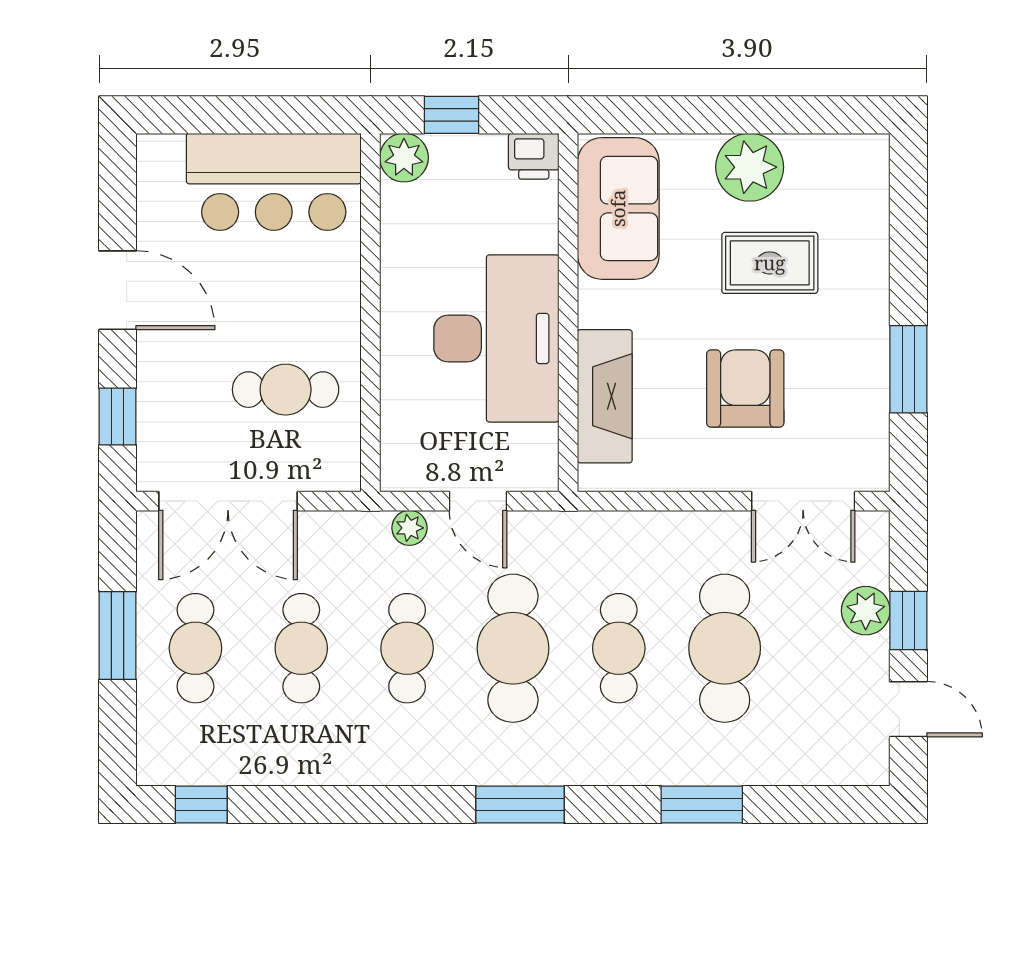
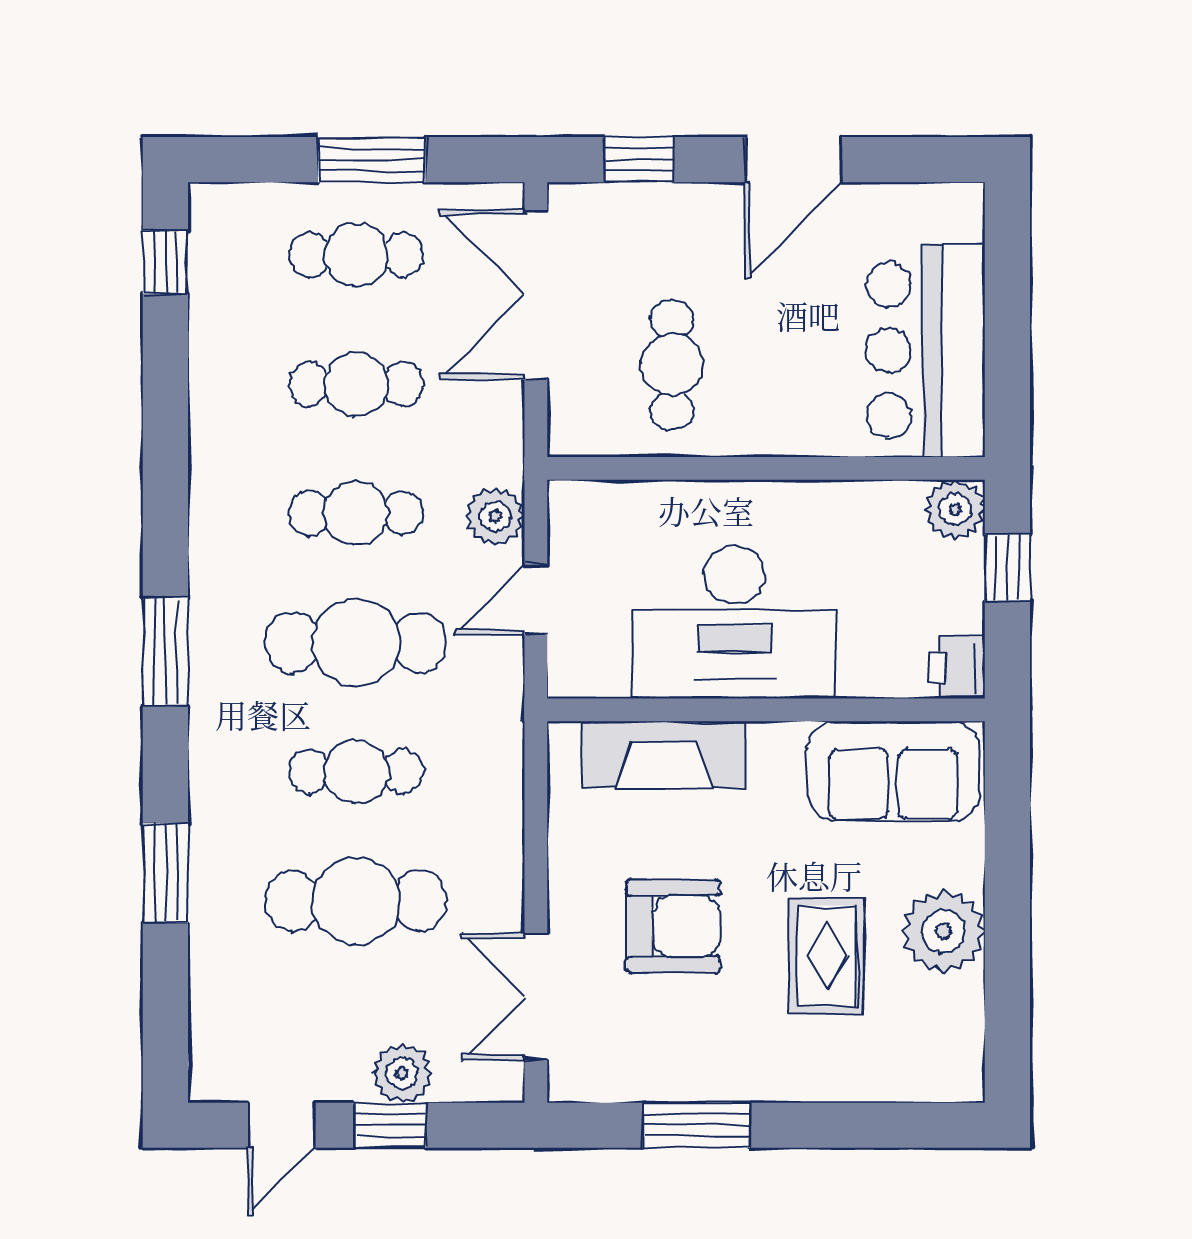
plant: (409, 528) -> (495, 516), width x1.38, depth x1.38

